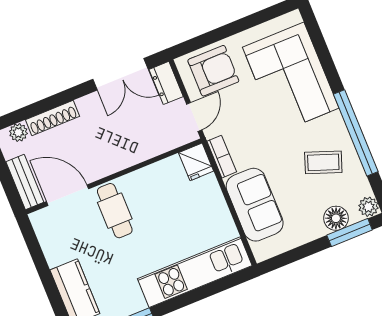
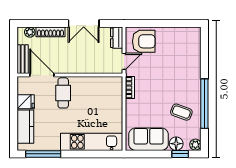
double door: (121, 74) -> (84, 24), moved
corner sofa: (291, 78) -> (182, 61), removed
fridge: (196, 162) -> (26, 102), moved, turned -90
sofa: (255, 205) -> (149, 139), moved, turned -90
window: (350, 233) -> (180, 154), width x0.67

